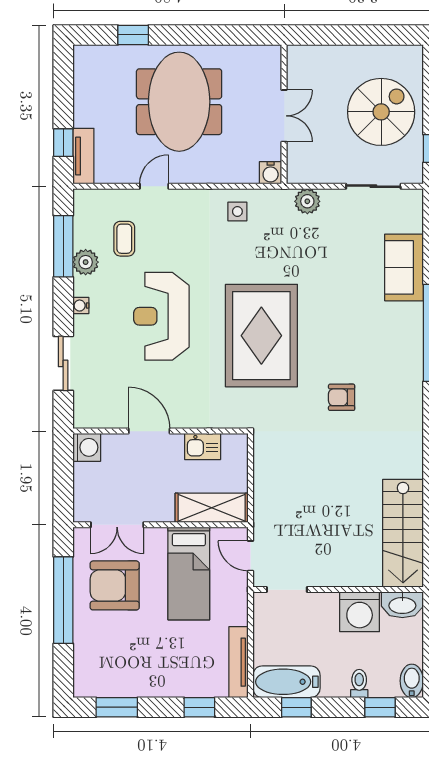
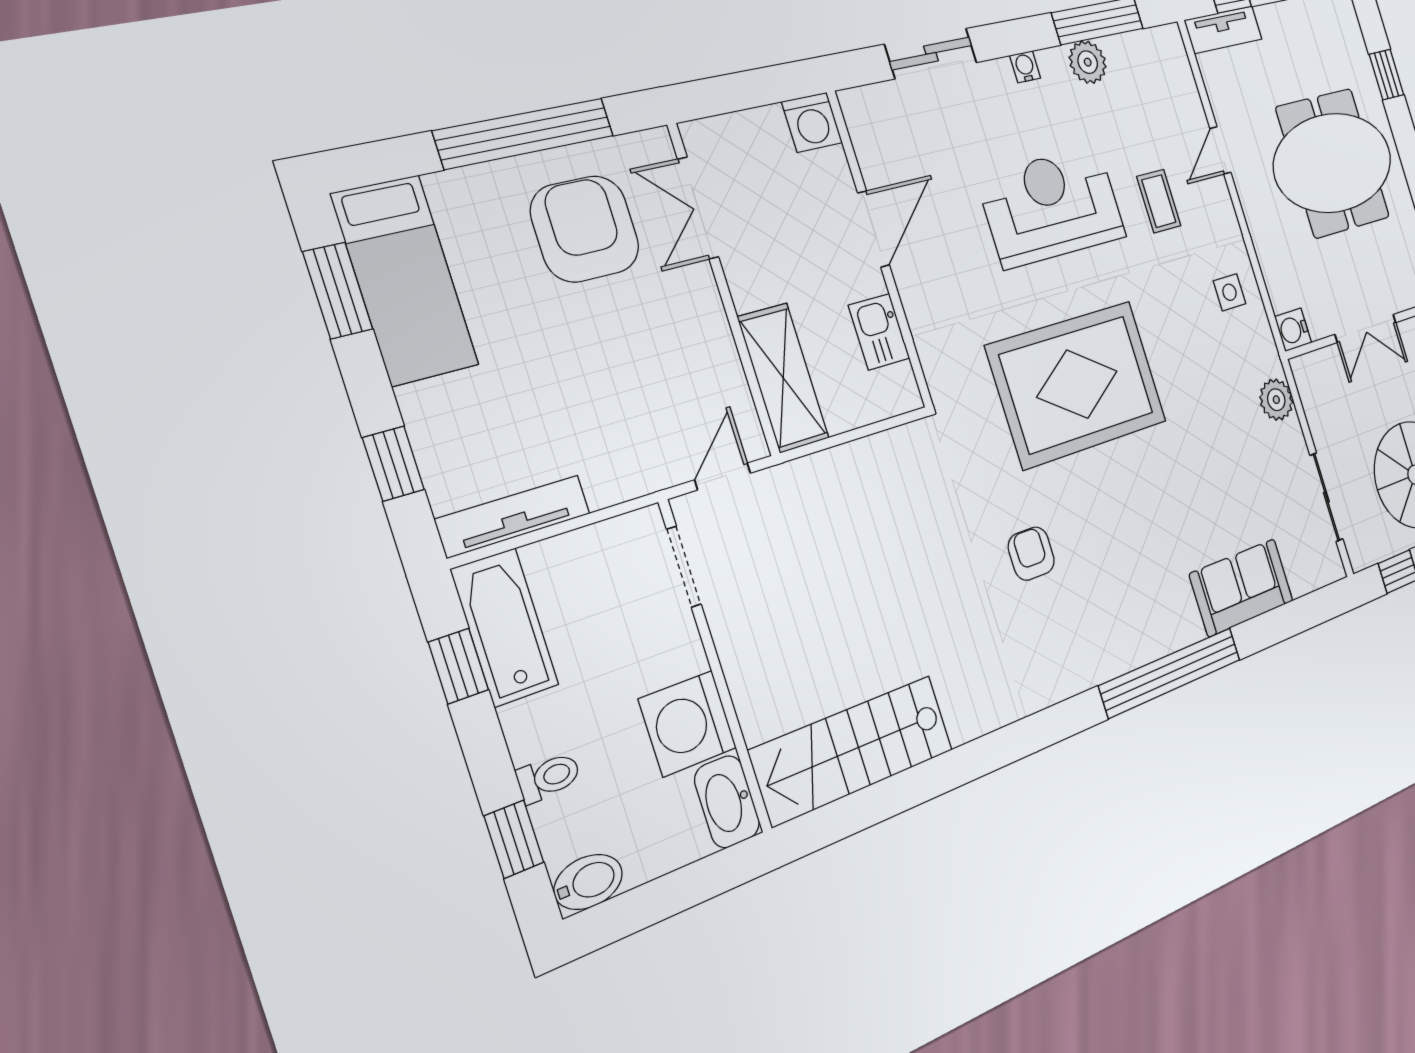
door: (154, 186) -> (1220, 150), swing flipped
coffee table: (124, 239) -> (1159, 201), moved, turned 90
bed: (189, 573) -> (405, 280), moved, turned -90

